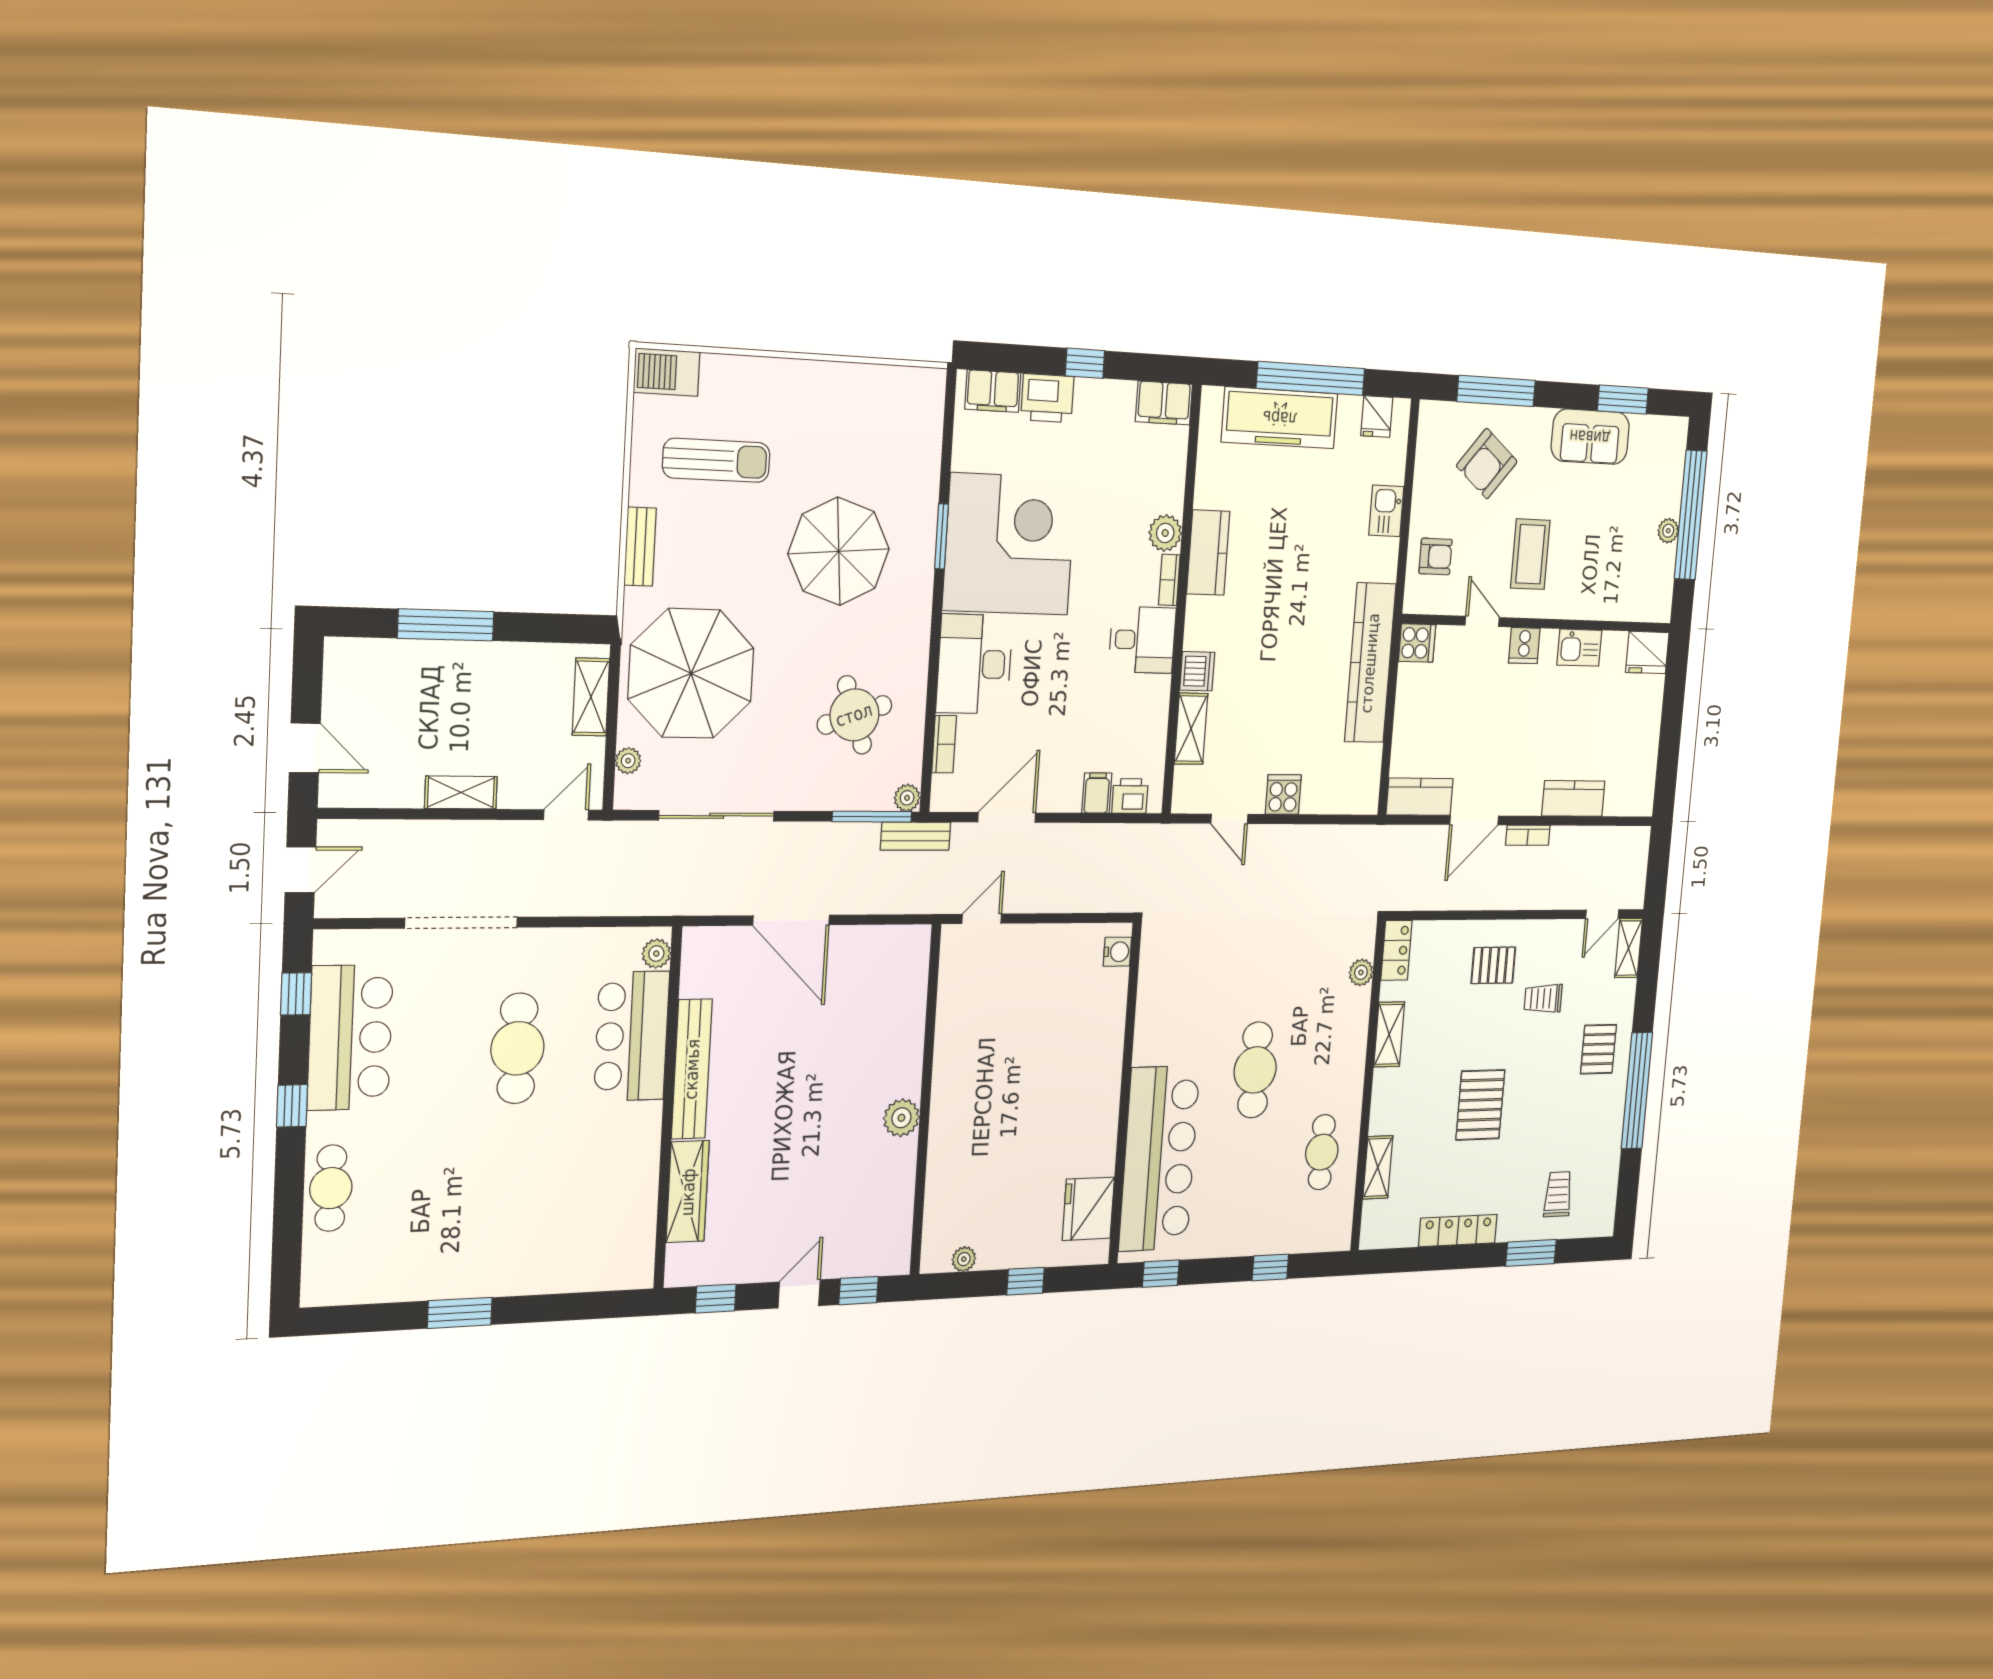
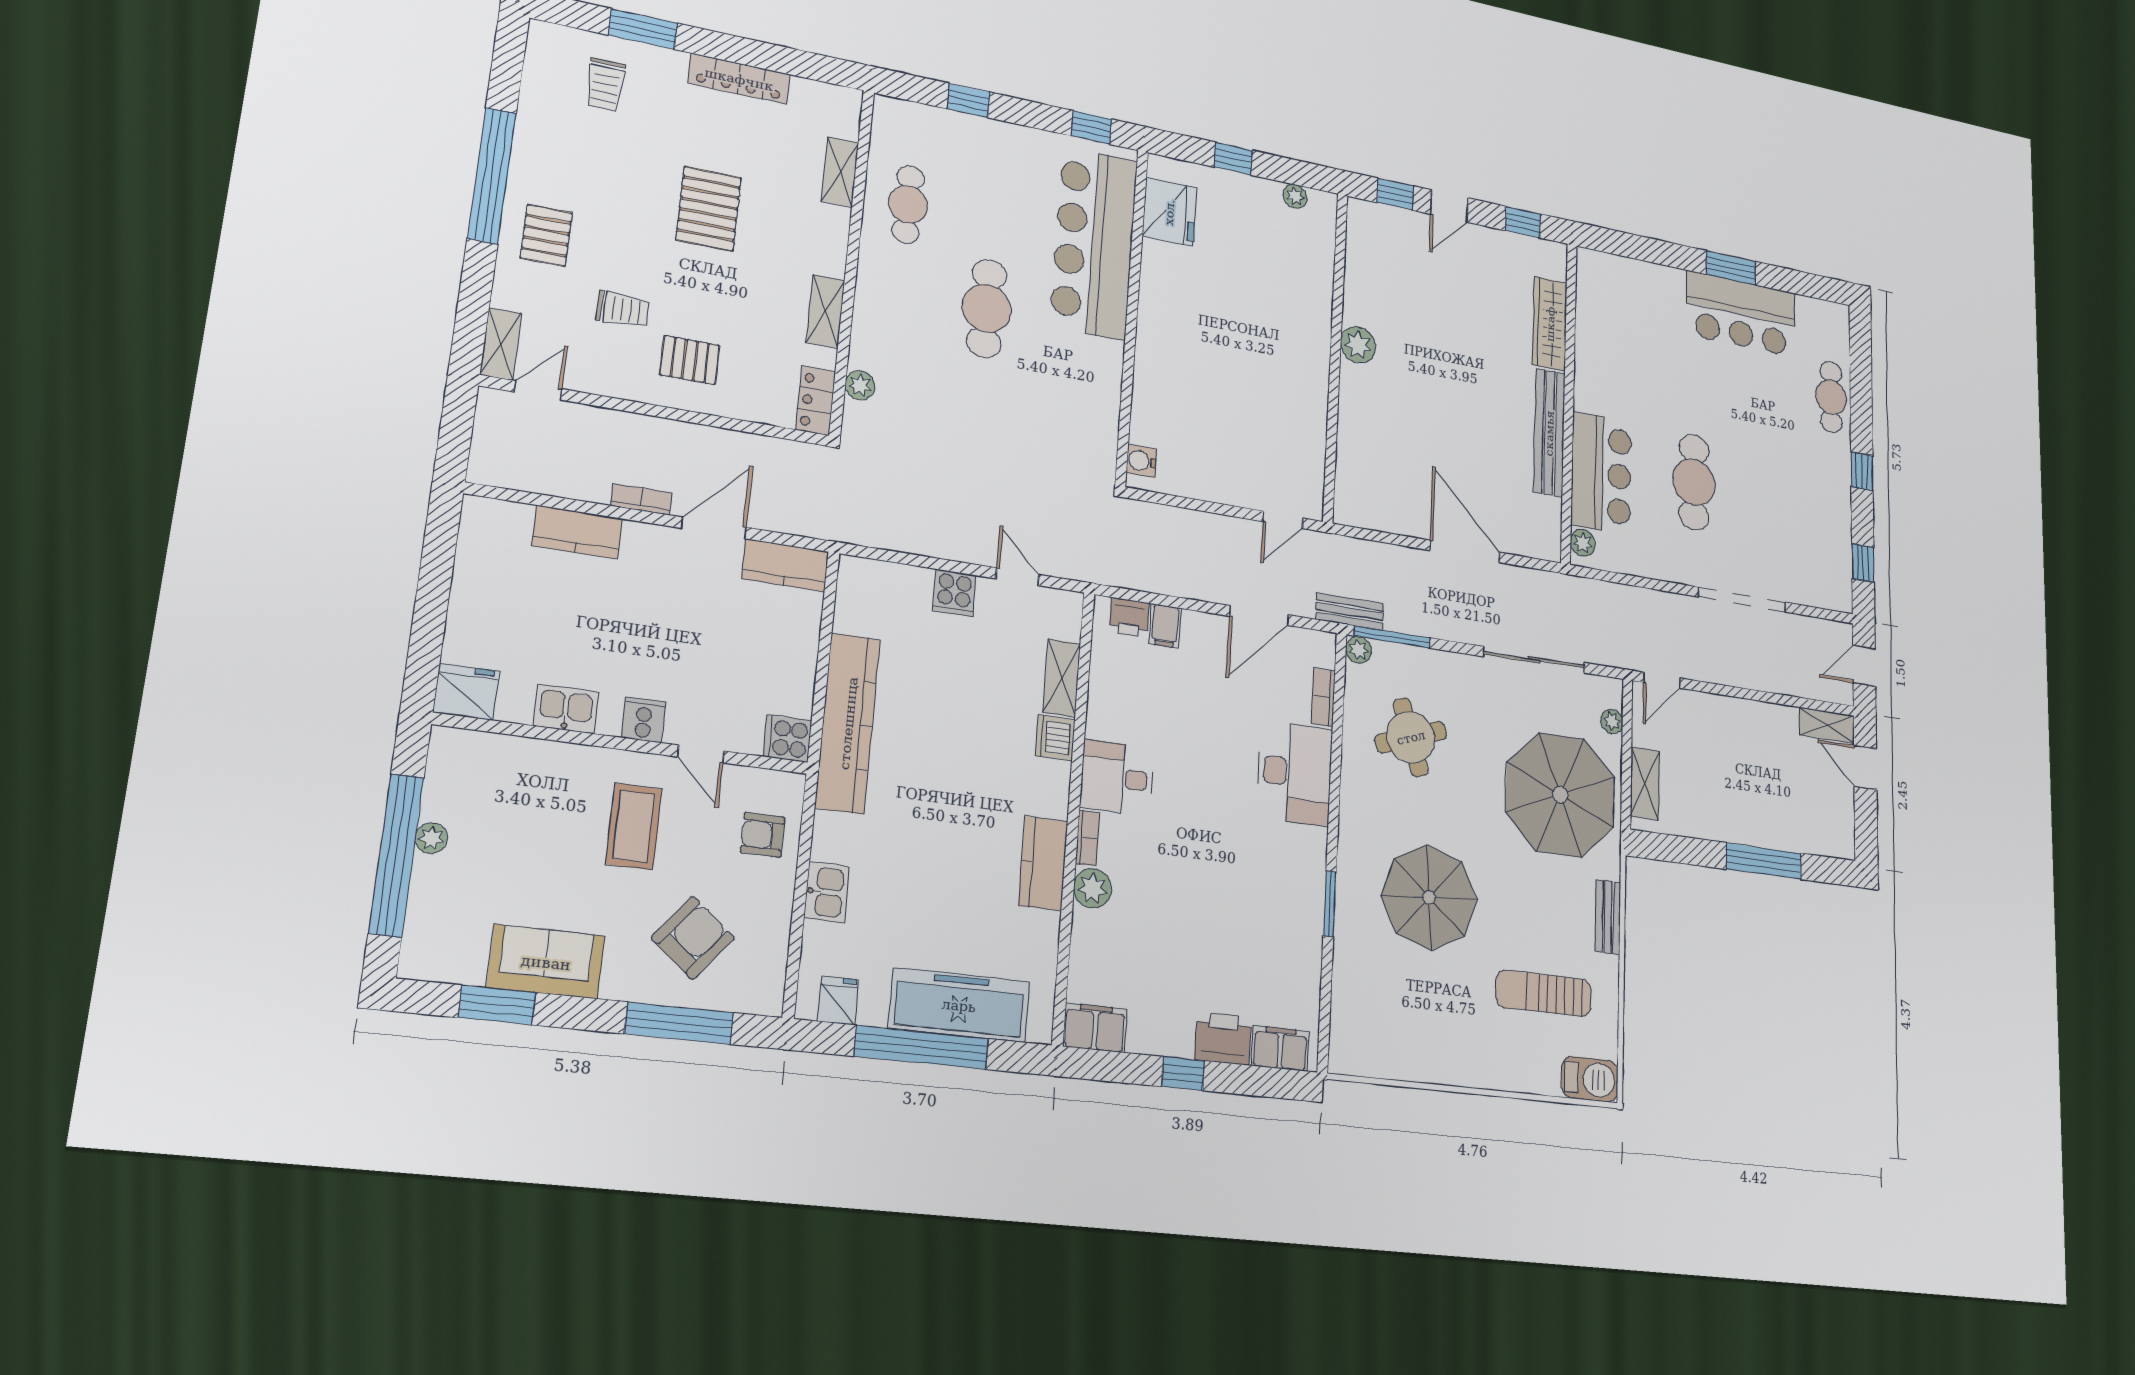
corner desk: (1009, 544) -> (1261, 890), removed
shelving: (461, 793) -> (1827, 725), moved
bar counter: (350, 1038) -> (1741, 314), moved, turned -90

